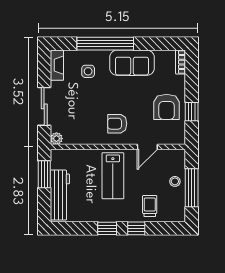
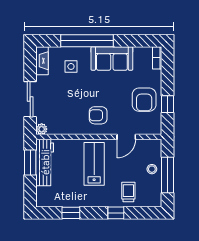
lab bench: (113, 176) -> (94, 164), turned 180
workbench: (60, 195) -> (45, 162), moved
window: (107, 228) -> (71, 213), moved

